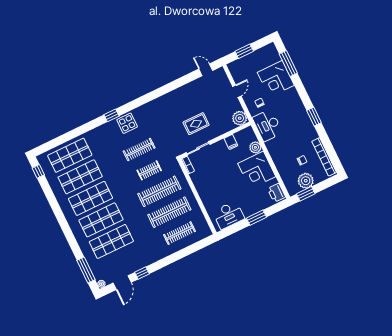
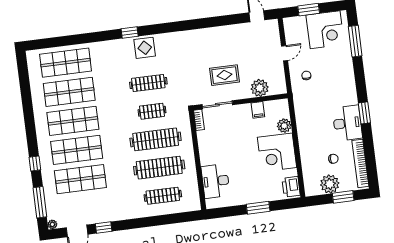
corner desk: (276, 79) -> (325, 30), moved, turned -90
plant: (240, 118) -> (260, 88), moved
desk: (268, 125) -> (347, 123), moved, turned 180
window: (38, 171) -> (35, 163), moved
window: (306, 194) -> (343, 197), moved
desk: (229, 215) -> (215, 181), moved, turned 90

